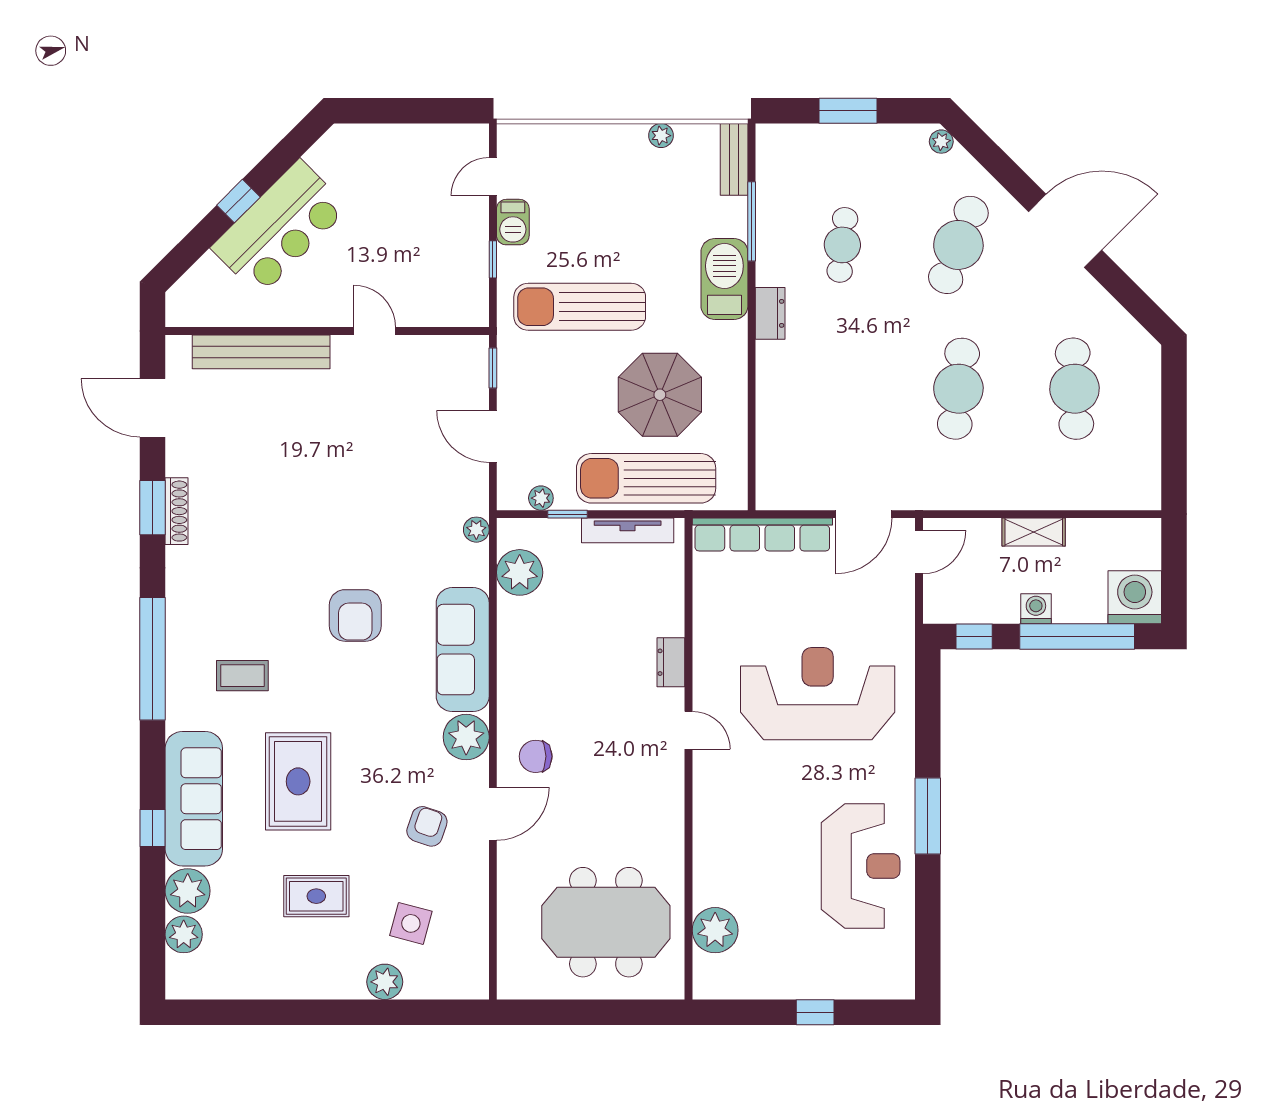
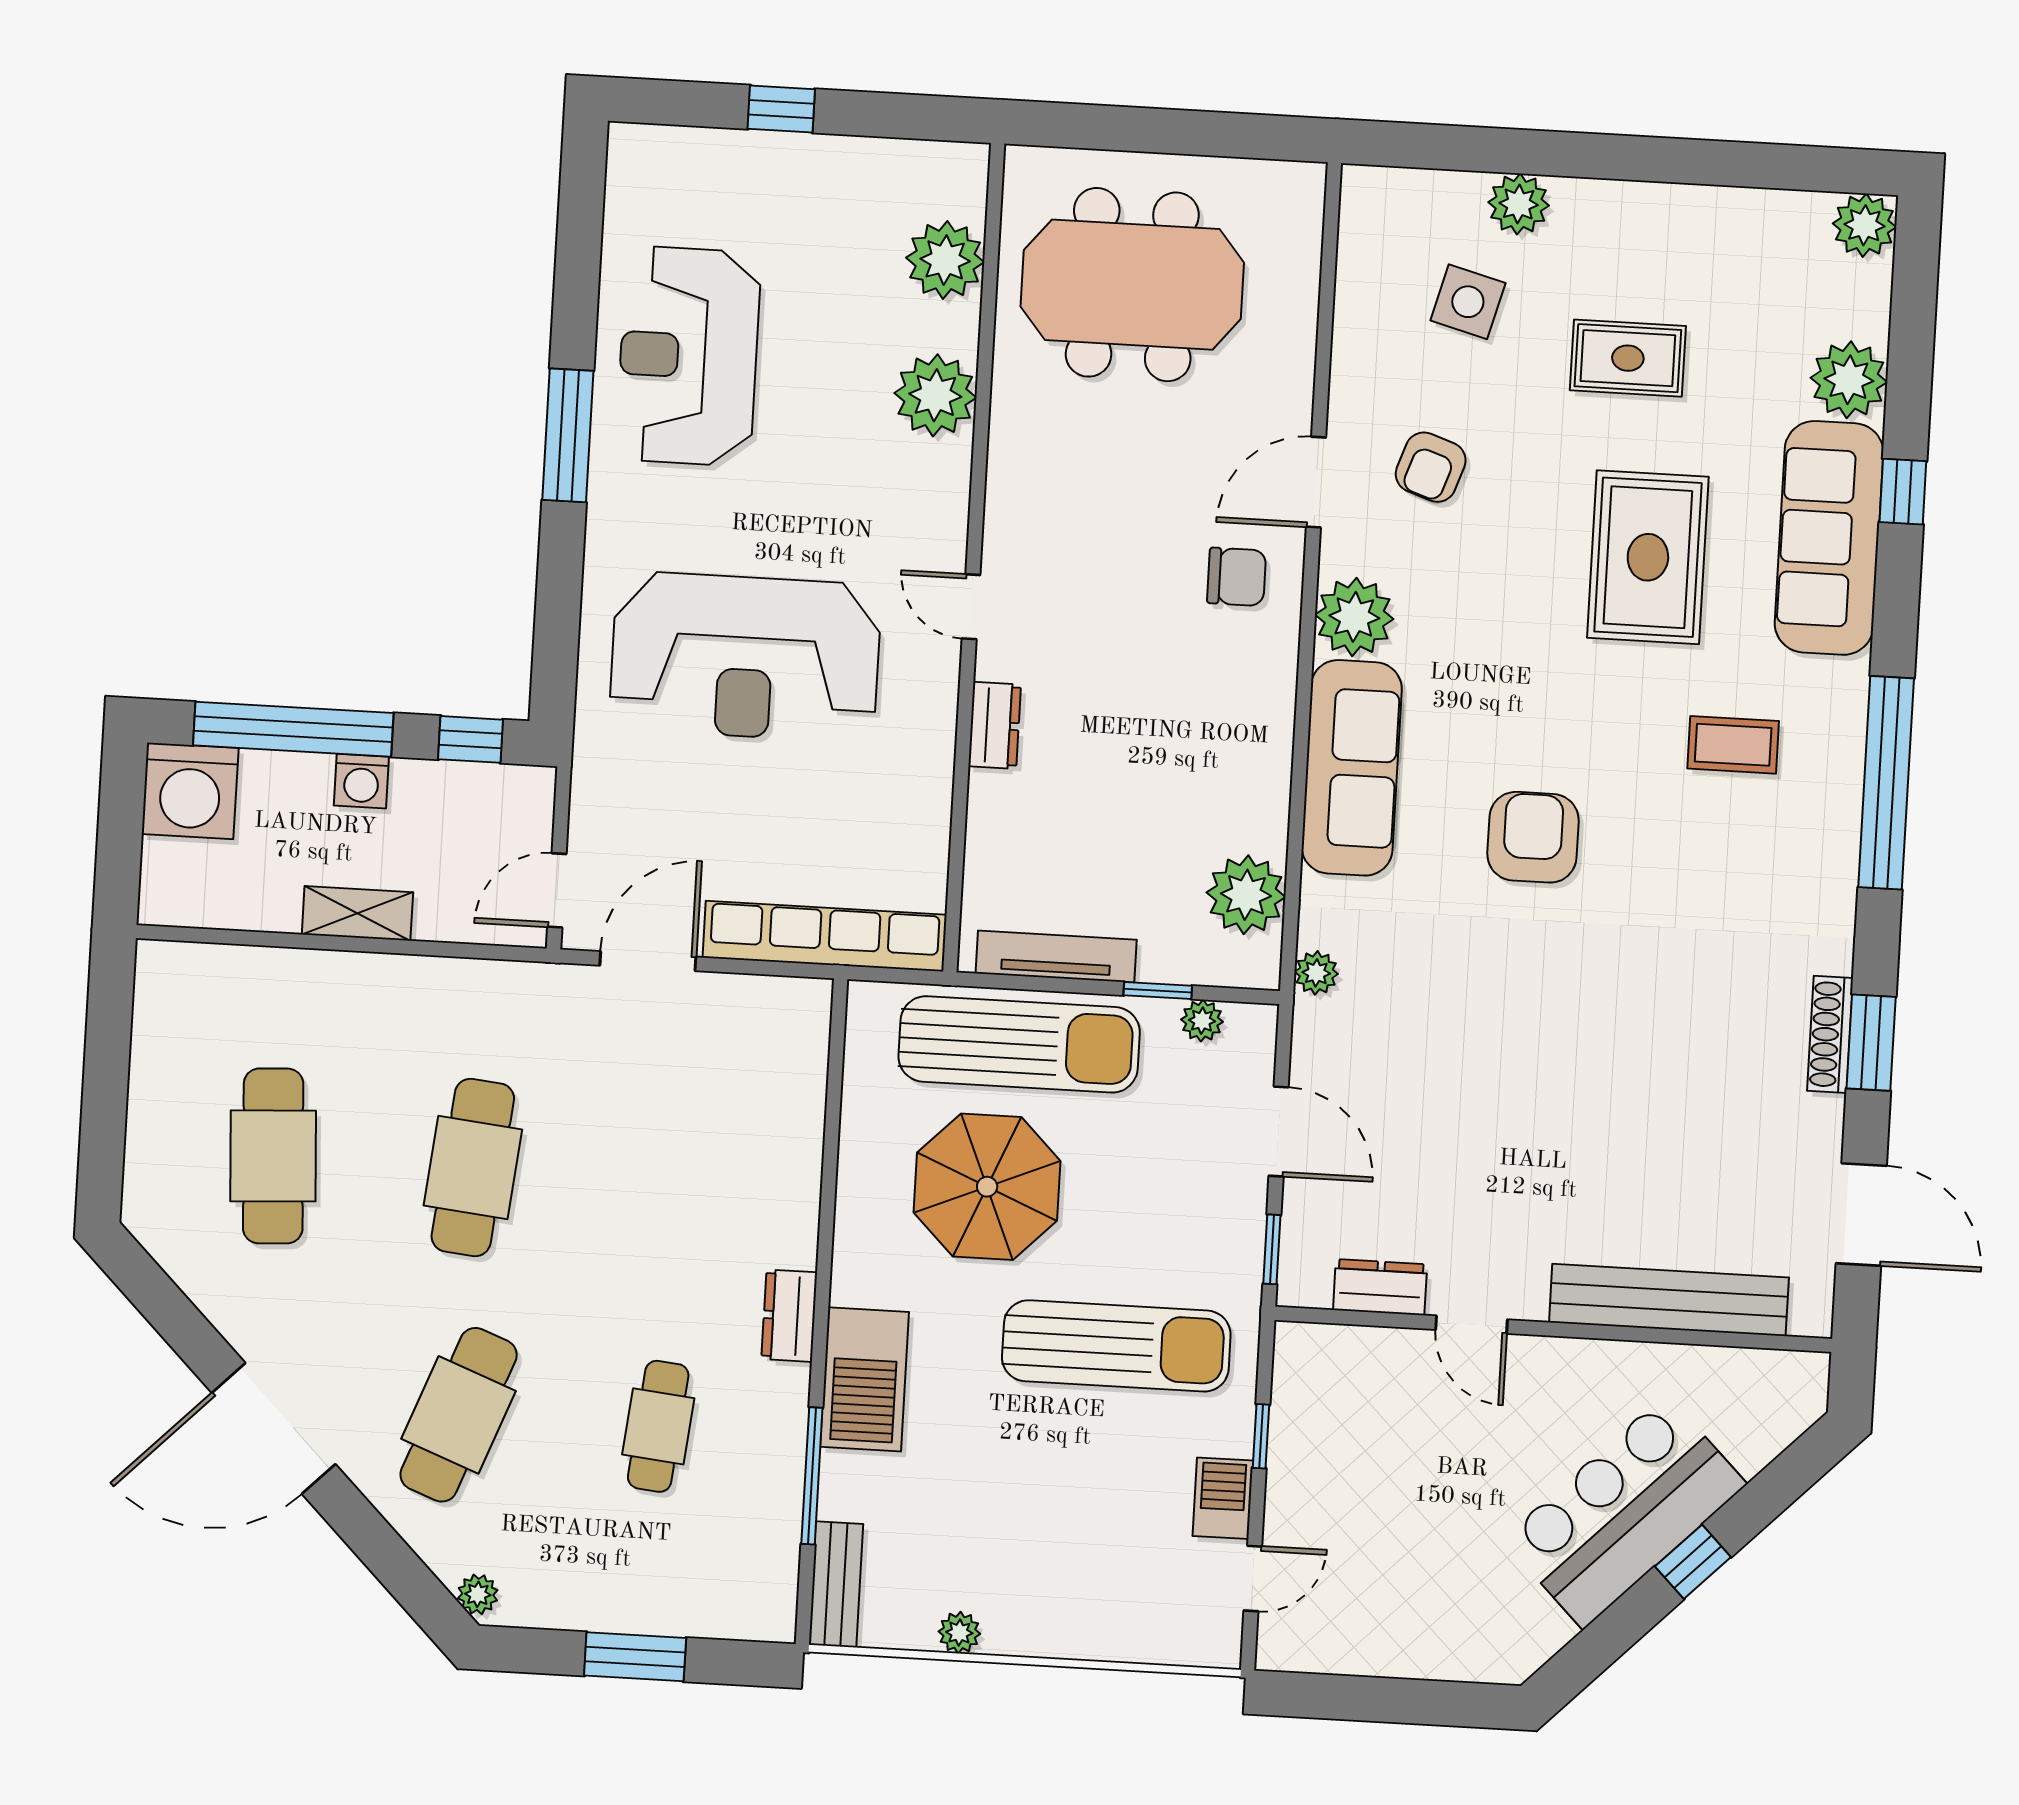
dresser: (429, 350) -> (1380, 1287), added
plant: (716, 851) -> (935, 395), added
plant: (184, 934) -> (1864, 225), moved

